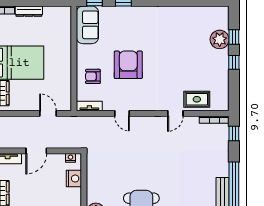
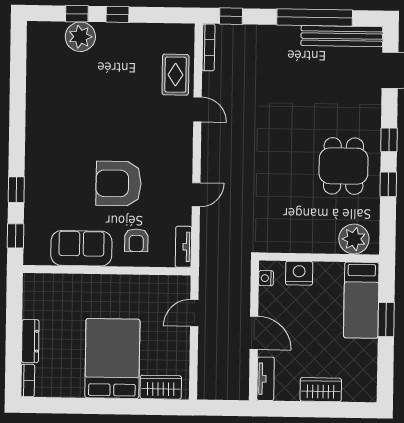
sofa: (87, 25) -> (81, 248), moved

